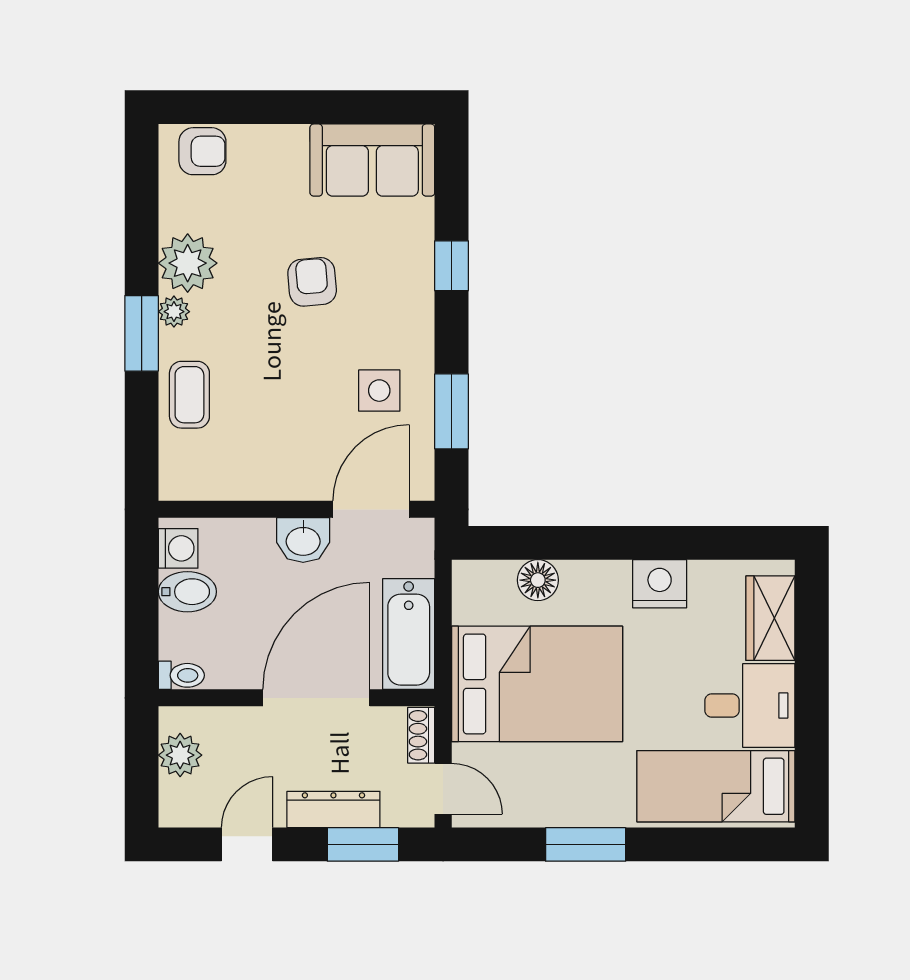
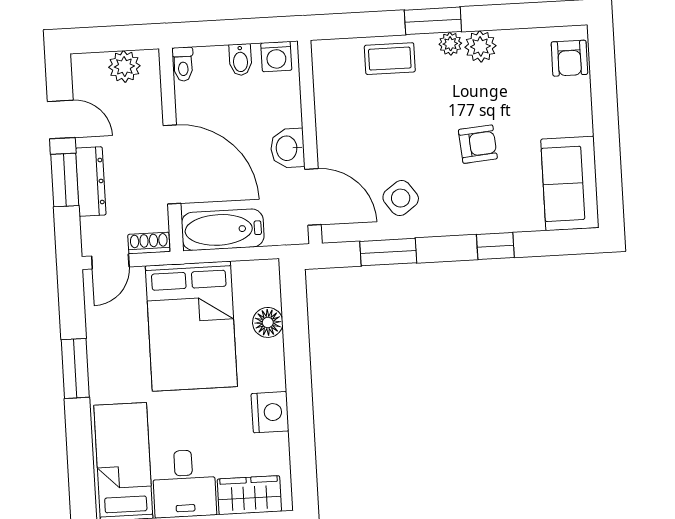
plant: (188, 263) -> (480, 46), width x0.73, depth x0.73
side table: (379, 391) -> (401, 198), turned -36
bidet: (187, 592) -> (240, 60), width x0.72, depth x0.74
window: (363, 844) -> (65, 180), moved

